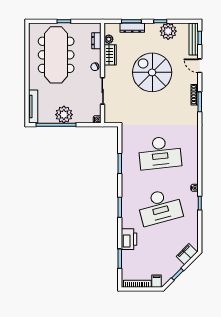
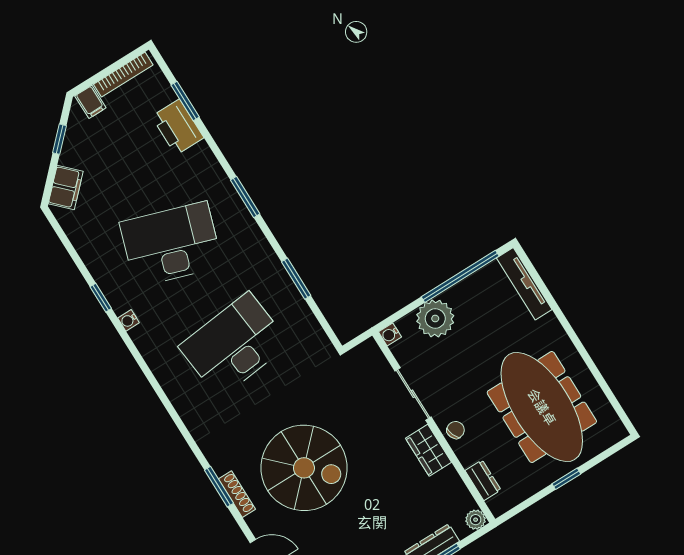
plant: (109, 39) -> (476, 520), moved
wardrobe: (110, 55) -> (429, 450), moved
spiral stairs: (152, 72) -> (304, 468), moved
plant: (64, 115) -> (435, 319), moved
desk: (160, 207) -> (171, 244), turned 33
printer: (129, 239) -> (178, 127), moved

